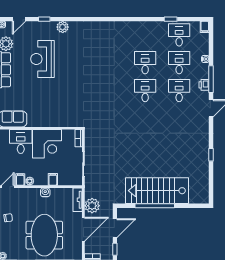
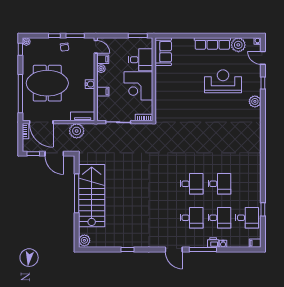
printer: (204, 85) -> (213, 243), moved
plant: (202, 198) -> (84, 240), added
door: (83, 229) -> (41, 122), moved

